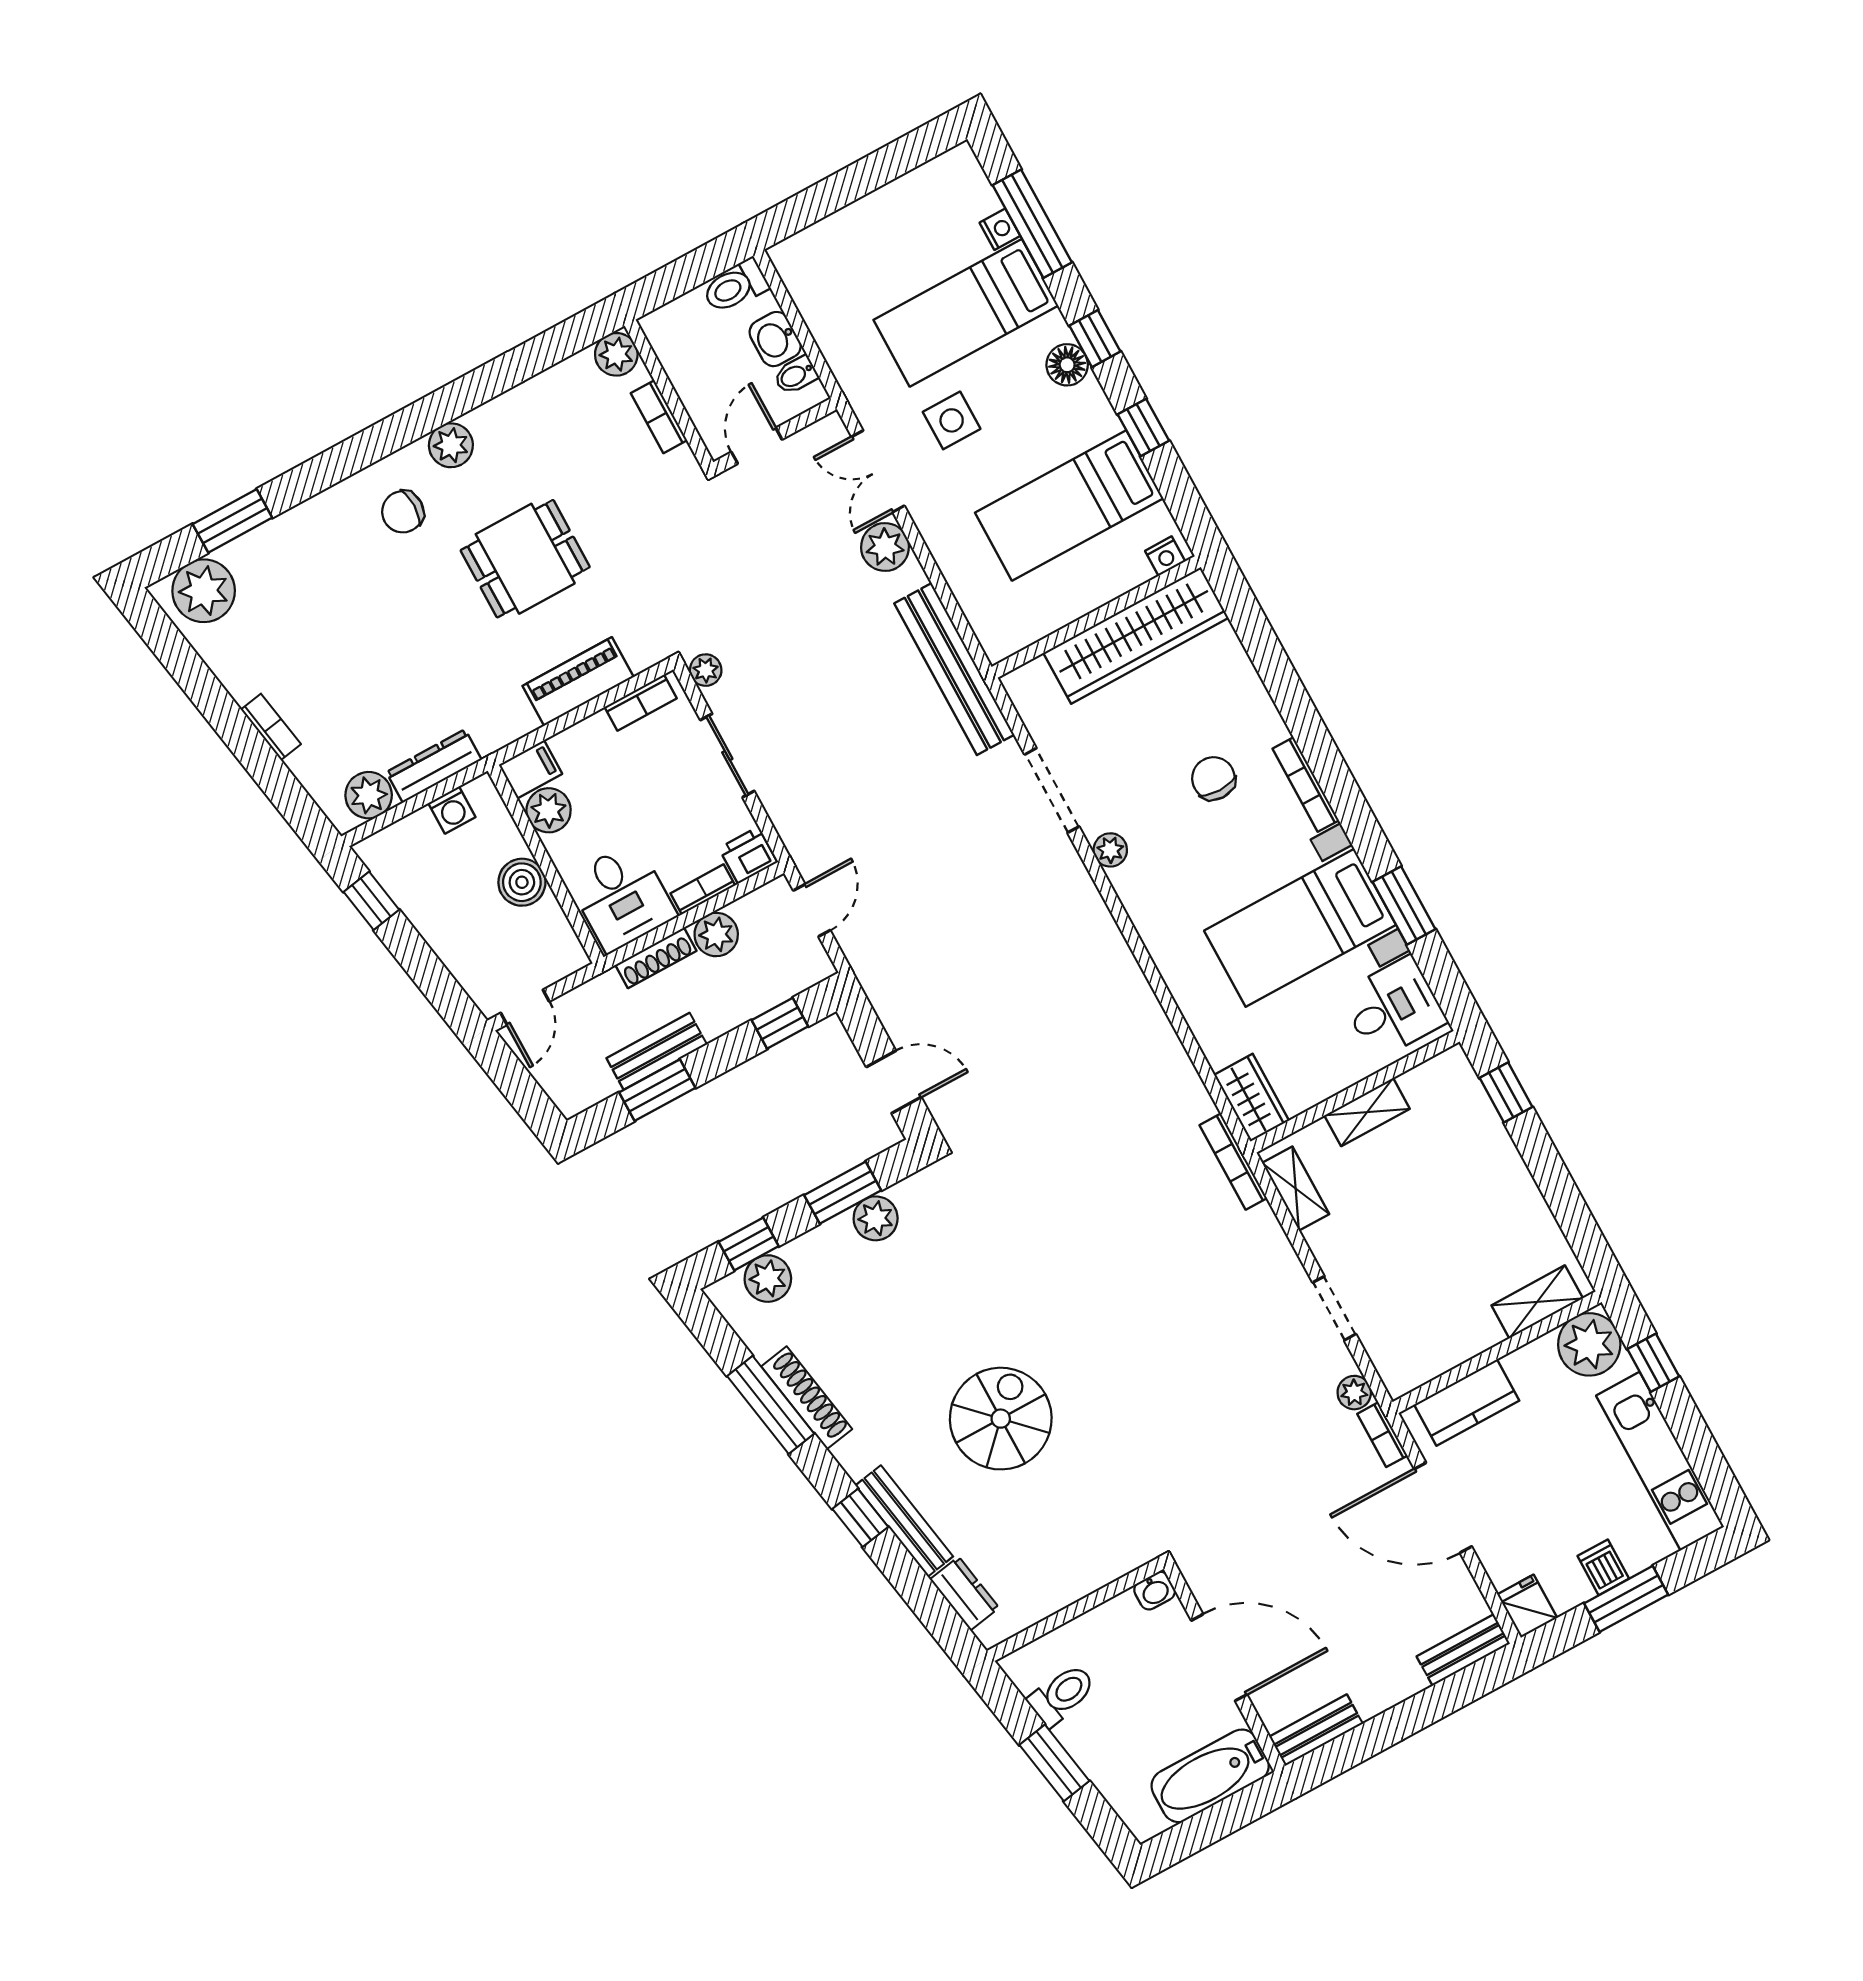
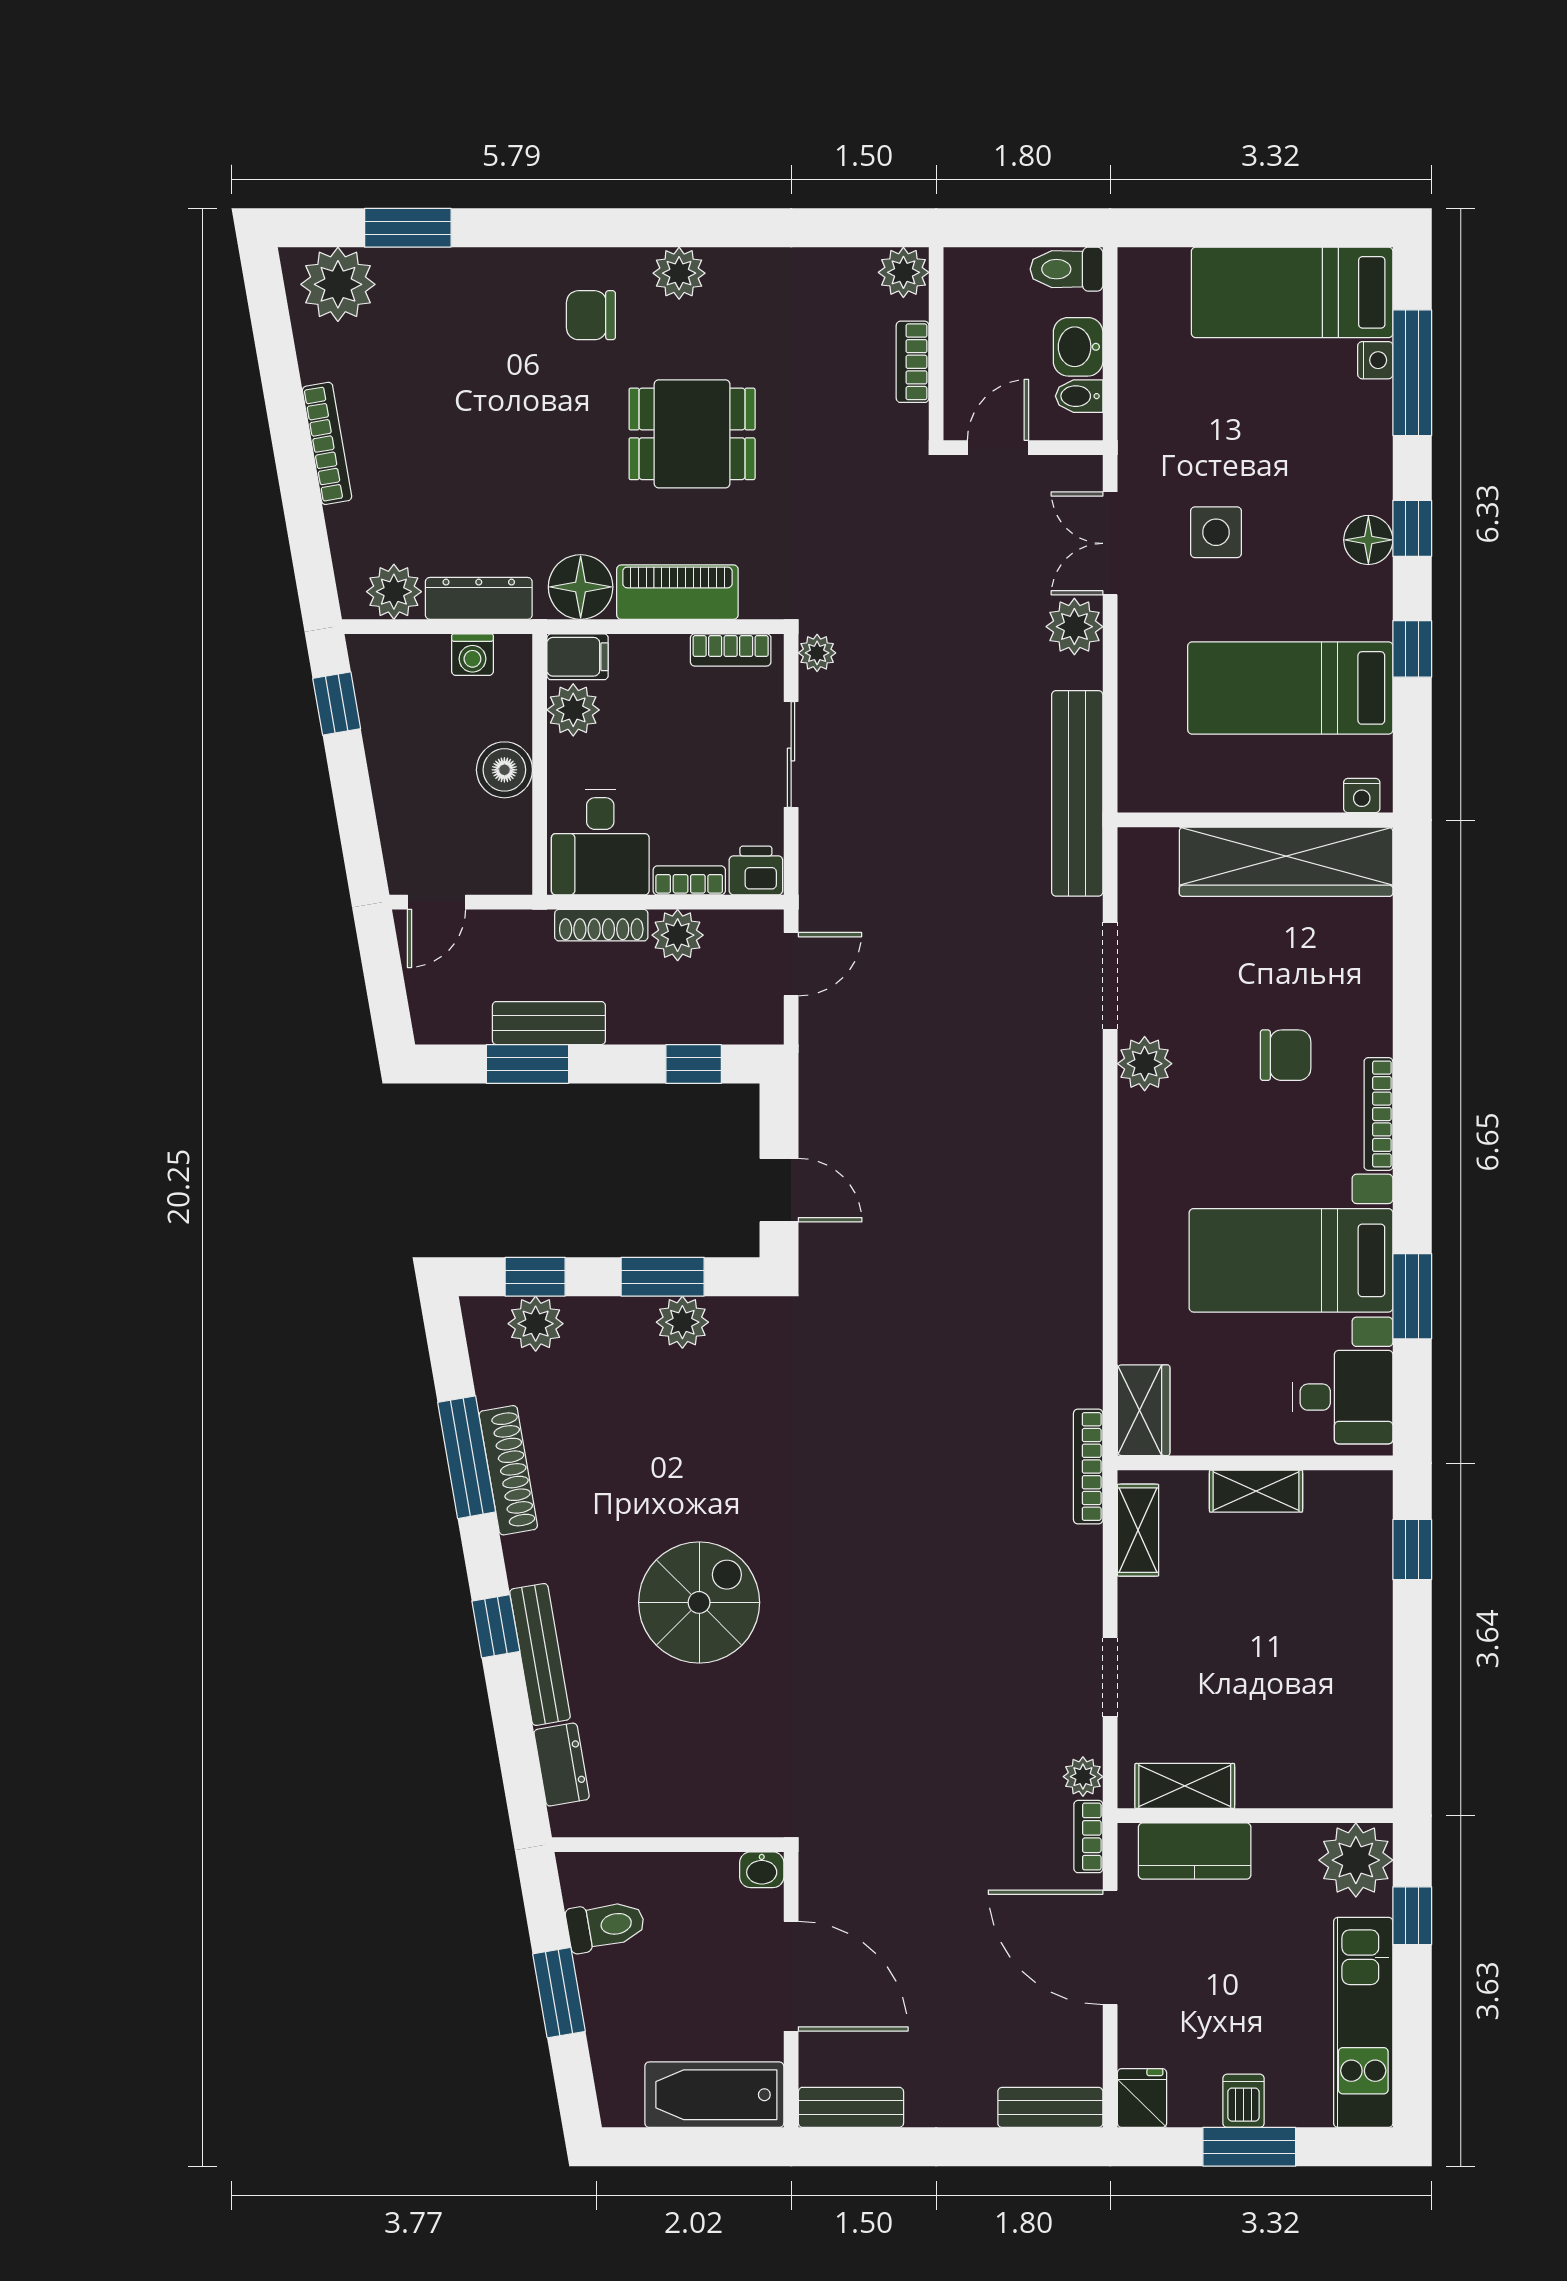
bed: (966, 313) -> (1292, 292), moved
floor lamp: (505, 717) -> (581, 587), added
bookcase: (271, 727) -> (327, 443), width x1.56
chair: (1213, 778) -> (1286, 1055), turned 90
plant: (1110, 850) -> (1145, 1064), width x1.38, depth x1.38
shelving: (1537, 1302) -> (1185, 1786), moved

